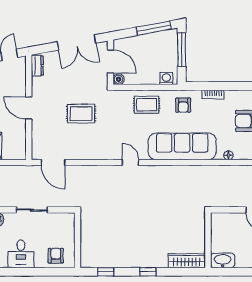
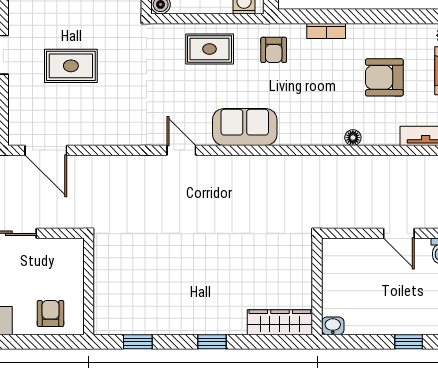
rug: (81, 114) -> (71, 66), moved
sofa: (182, 146) -> (245, 127), width x0.54, depth x0.79
washbasin: (223, 260) -> (333, 326), width x0.52, depth x0.69

